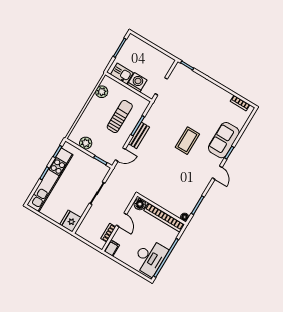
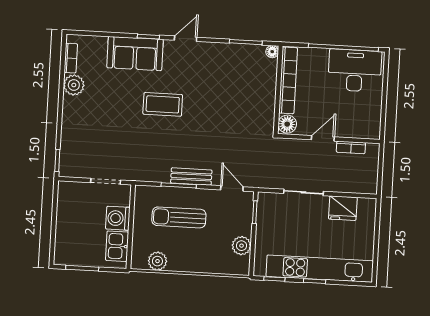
plant: (224, 97) -> (74, 85), added
fridge: (70, 221) -> (343, 208), moved
filing cabinet: (112, 248) -> (370, 131), removed

